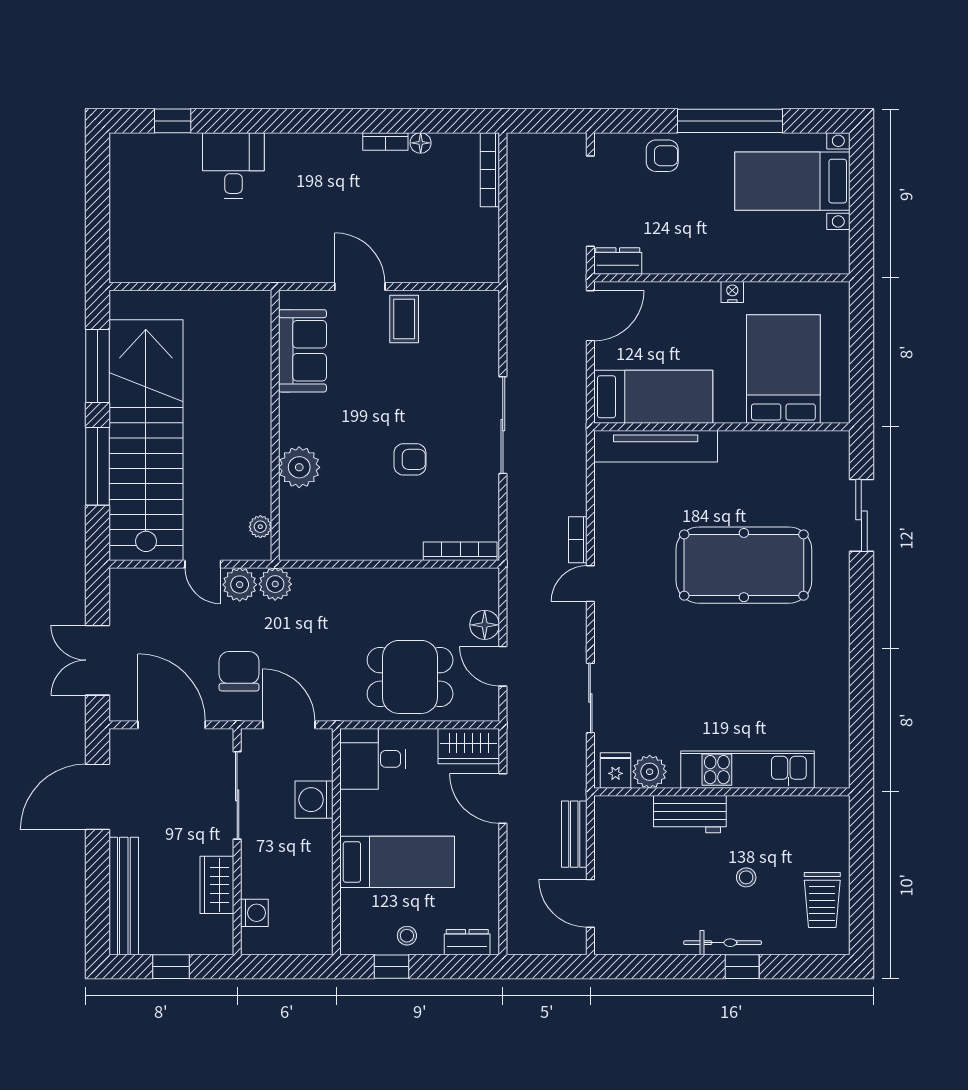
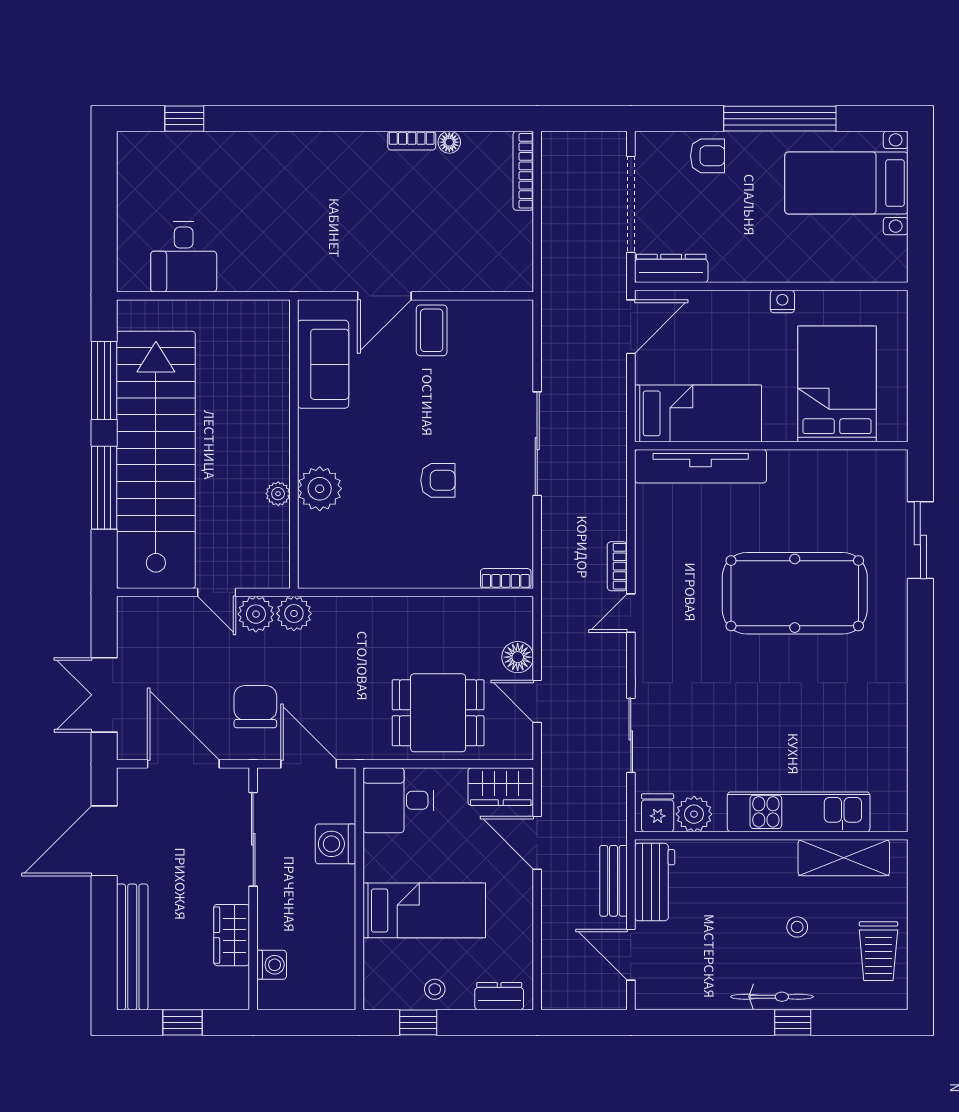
desk: (233, 166) -> (184, 257), moved, turned 180
dresser: (618, 261) -> (671, 268), width x1.44
door: (360, 287) -> (384, 296), swing flipped
plant: (260, 527) -> (278, 494), moved
bookcase: (460, 551) -> (506, 578), width x0.64
shelving: (790, 813) -> (844, 858), added
workbench: (690, 814) -> (655, 882), moved, turned -90

